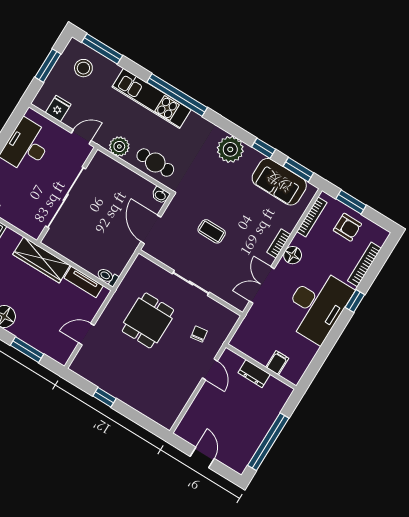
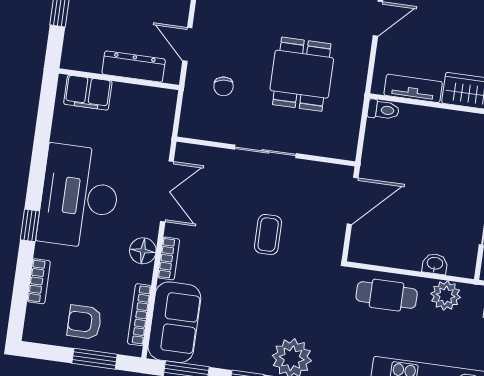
sofa: (279, 182) -> (174, 322), moved, turned 90
washbasin: (160, 195) -> (435, 264), moved
door: (151, 229) -> (353, 201), hinge flipped
coffee table: (212, 231) -> (268, 235), turned 90
bookcase: (364, 264) -> (39, 281), width x0.64
filing cabinet: (277, 363) -> (88, 93), width x2.00
dresser: (254, 374) -> (134, 67), width x1.44

